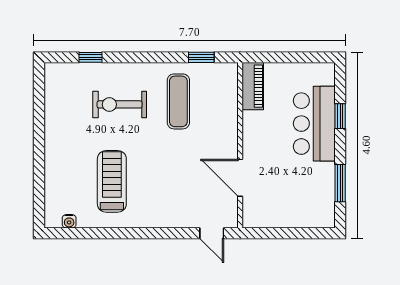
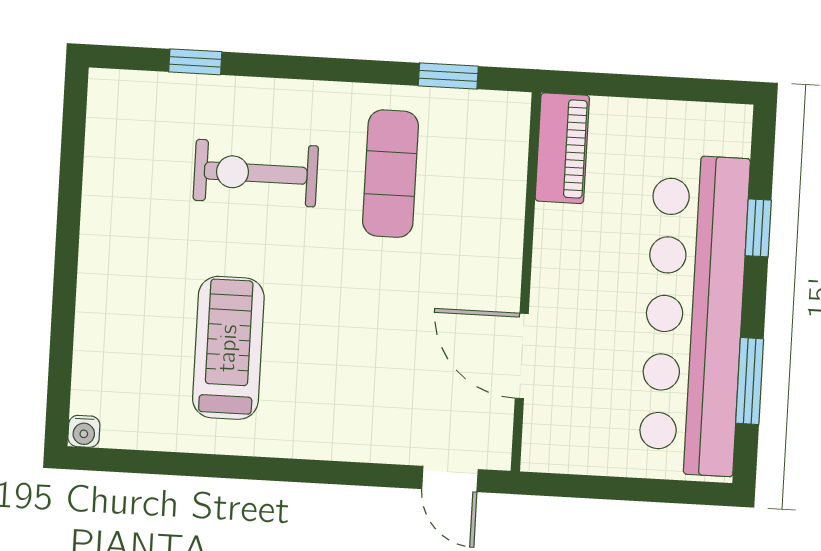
bar counter: (314, 124) -> (694, 315), width x1.86
water cooler: (69, 221) -> (84, 431), moved

